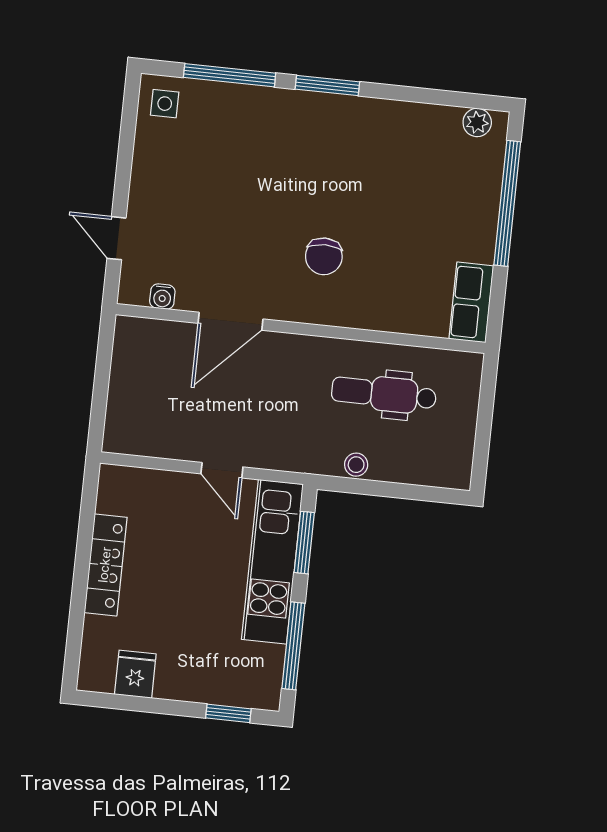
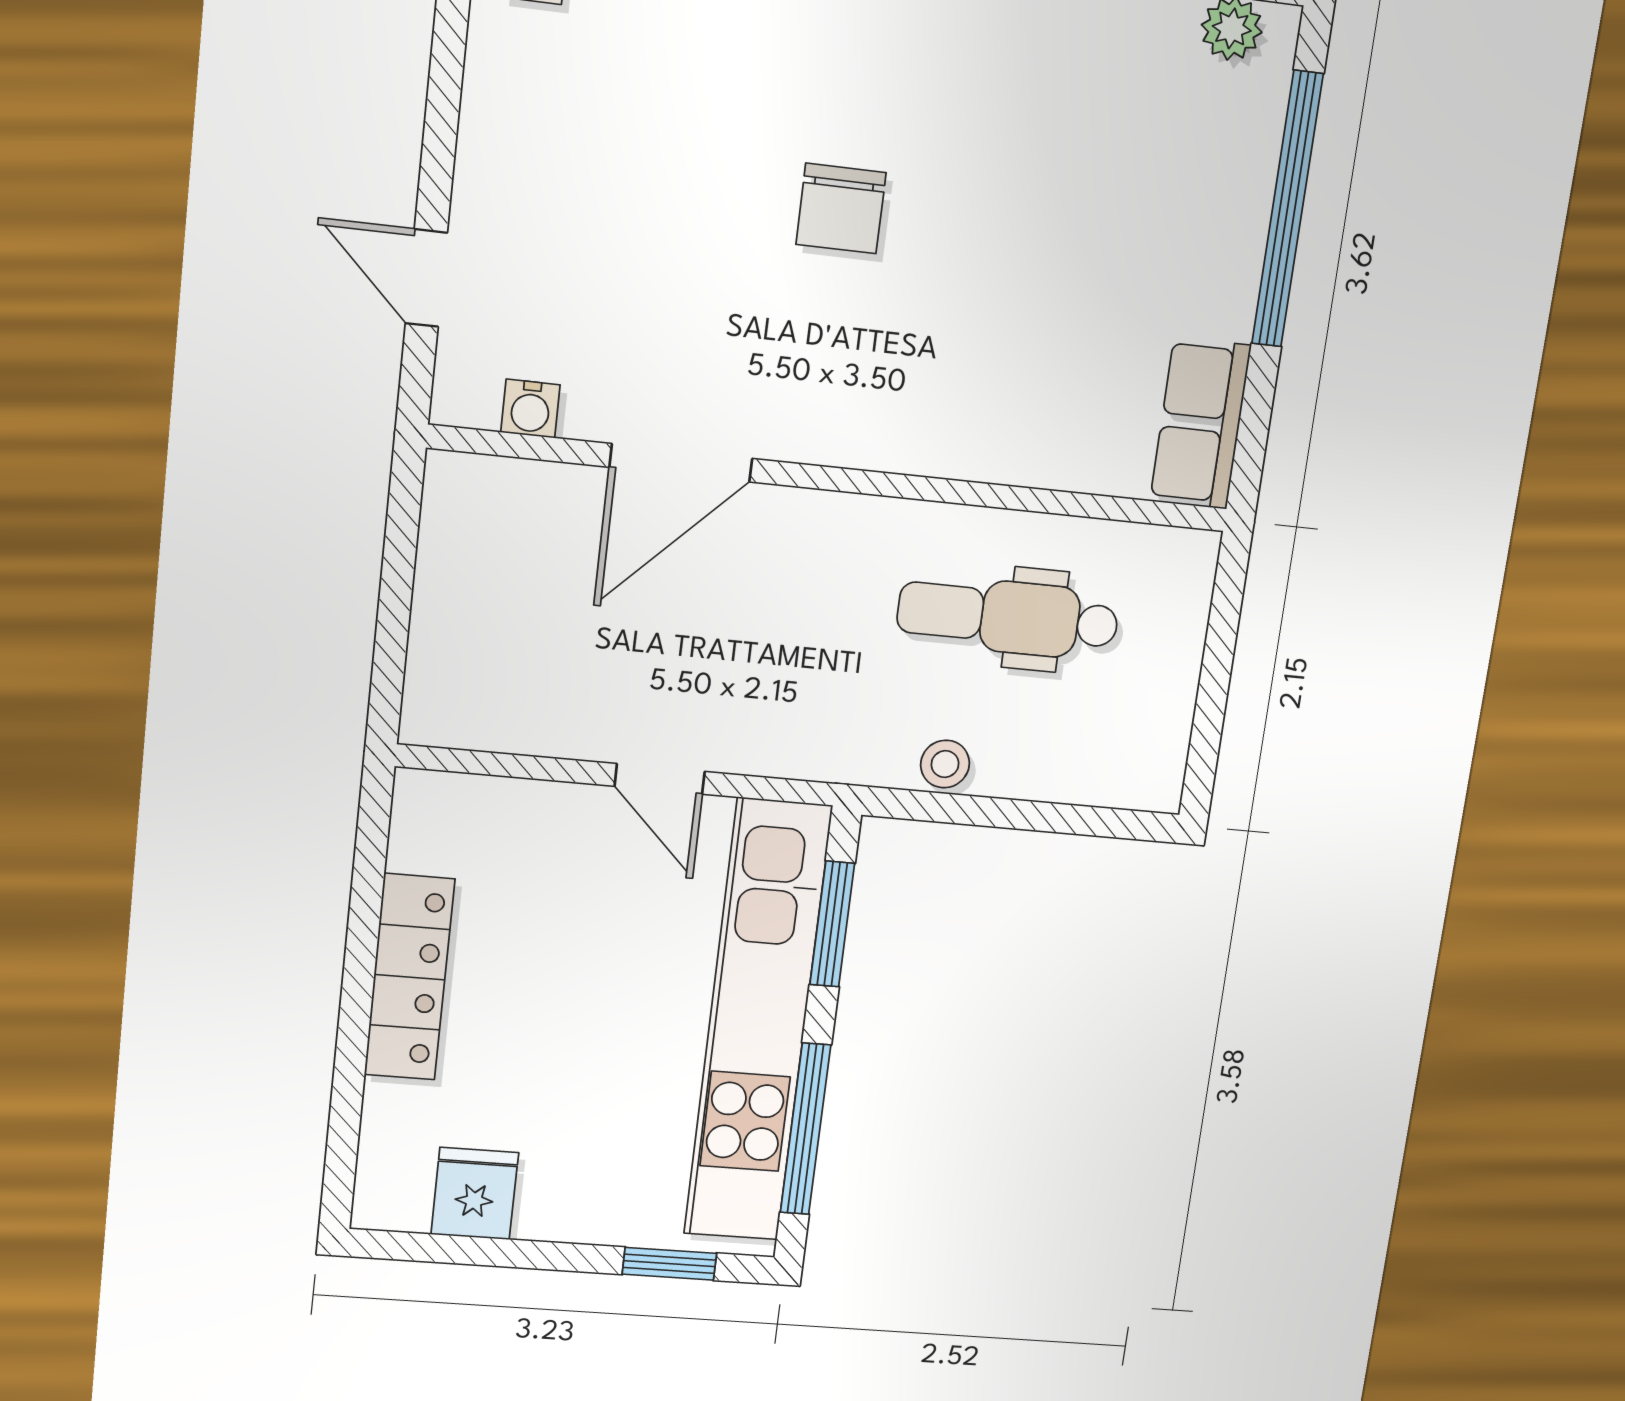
chair: (324, 256) -> (841, 208), moved
kitchen unit: (272, 562) -> (757, 1022), width x1.36

